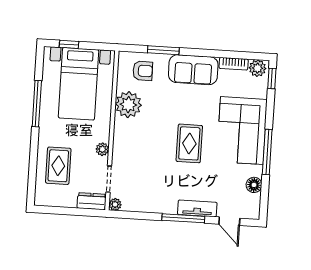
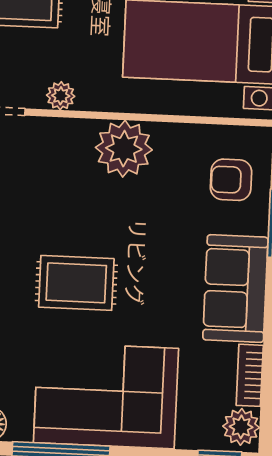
armchair: (143, 71) -> (231, 180), turned 90
plant: (128, 105) -> (124, 149), moved

